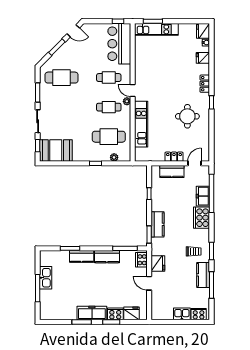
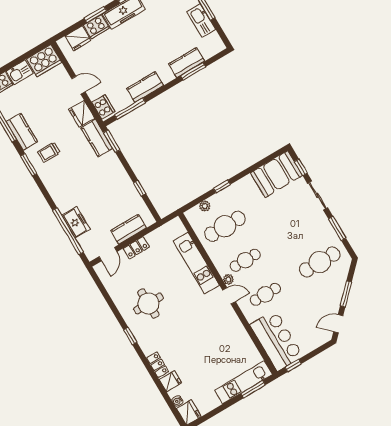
locker: (205, 84) -> (158, 365), moved
cooker: (202, 218) -> (44, 61), moved, turned 90
kitchen counter: (157, 224) -> (97, 138), moved
kitchen counter: (82, 256) -> (187, 63), moved

